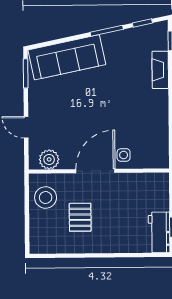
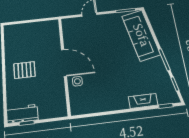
plant: (49, 159) -> (69, 31), removed
stool: (46, 197) -> (43, 32), removed
pallet: (80, 217) -> (24, 70), moved

